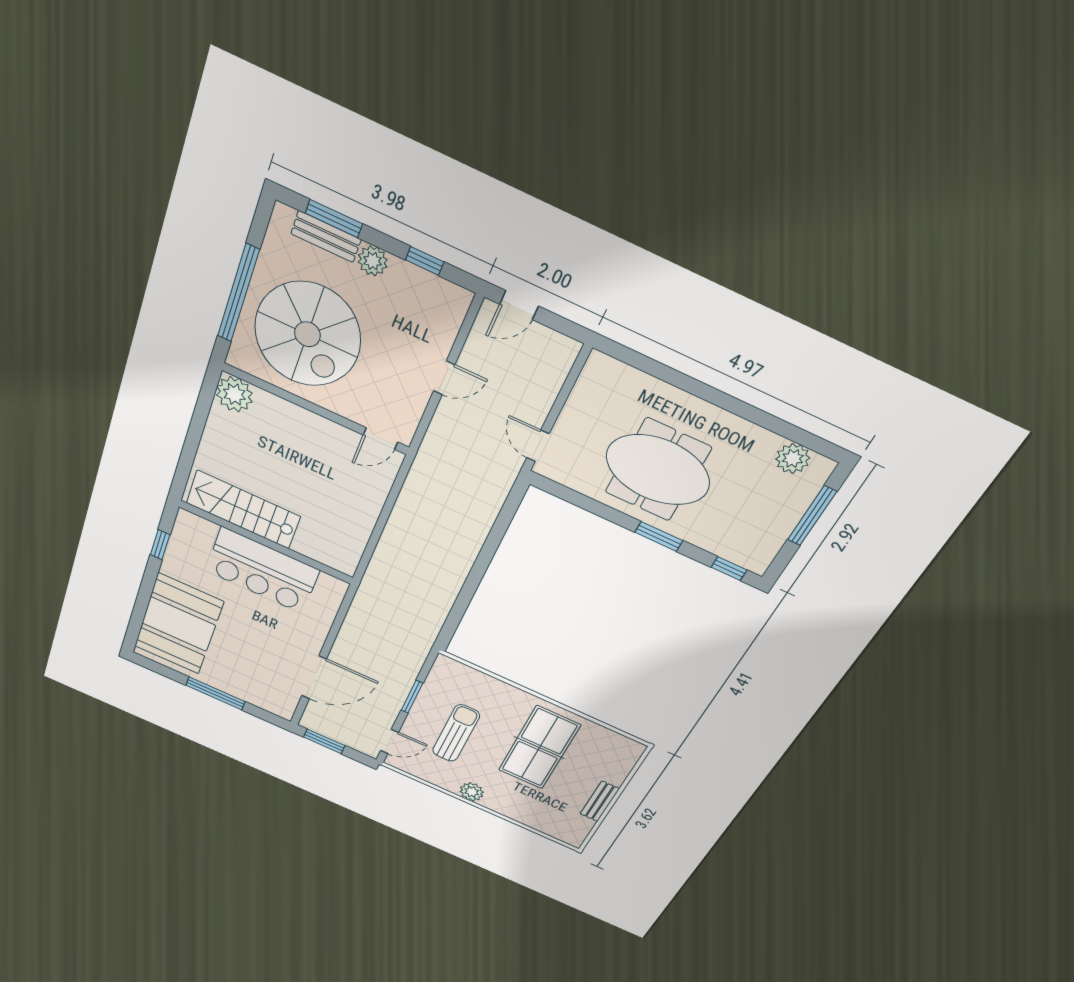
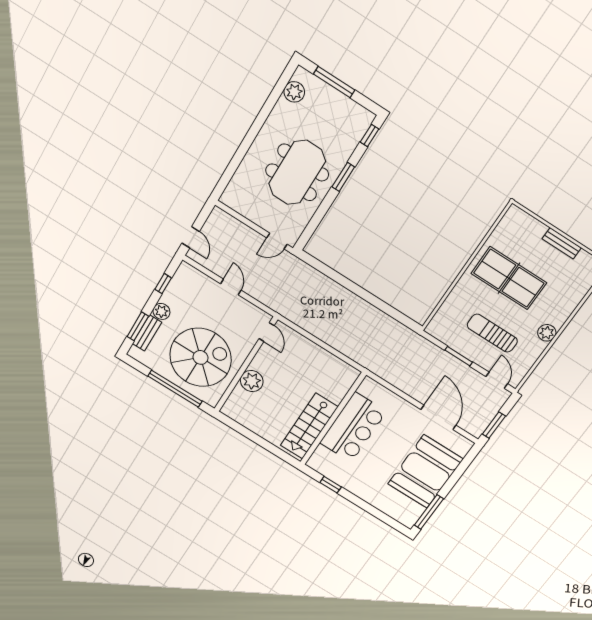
plant: (234, 394) -> (252, 381), moved
booth: (179, 624) -> (425, 472), moved, turned 90
window: (215, 693) -> (429, 512), moved

